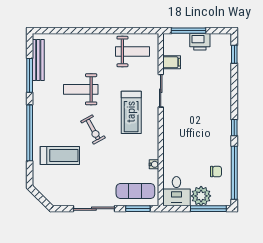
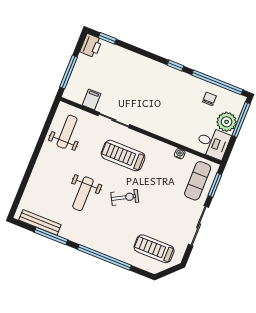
printer: (200, 42) -> (91, 46), moved
treadmill: (131, 112) -> (123, 156), turned 180
treadmill: (60, 156) -> (154, 249), moved, turned -90

